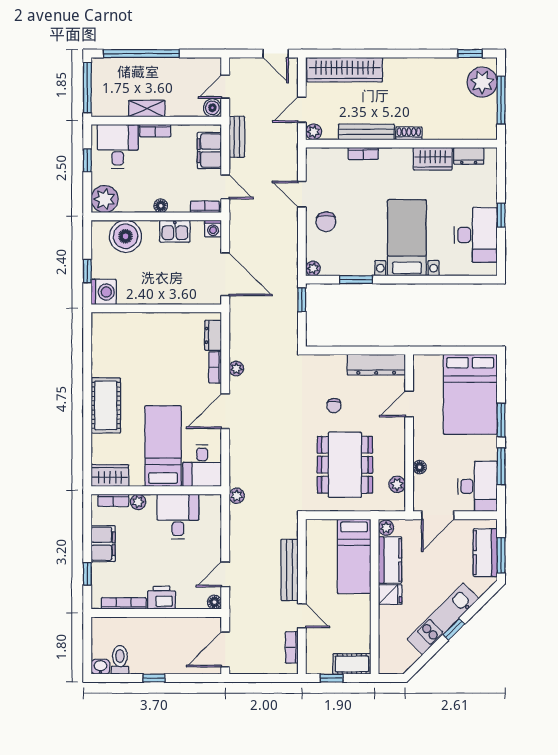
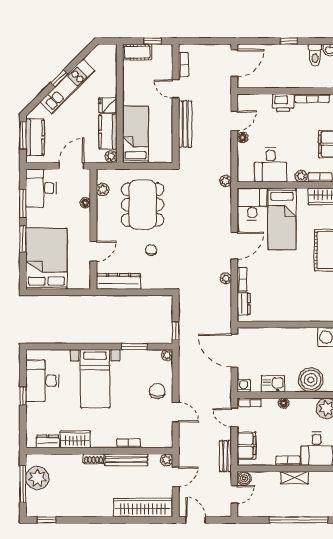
plant: (482, 82) -> (37, 478), moved
floor lamp: (214, 602) -> (243, 137), moved

